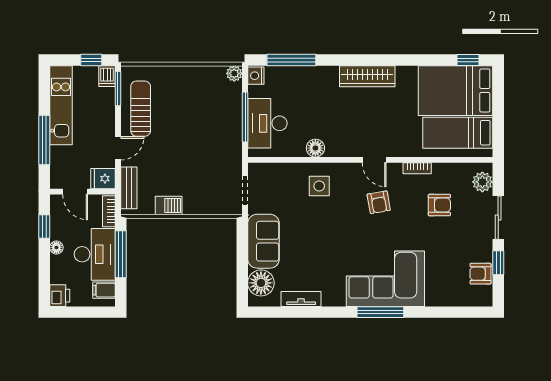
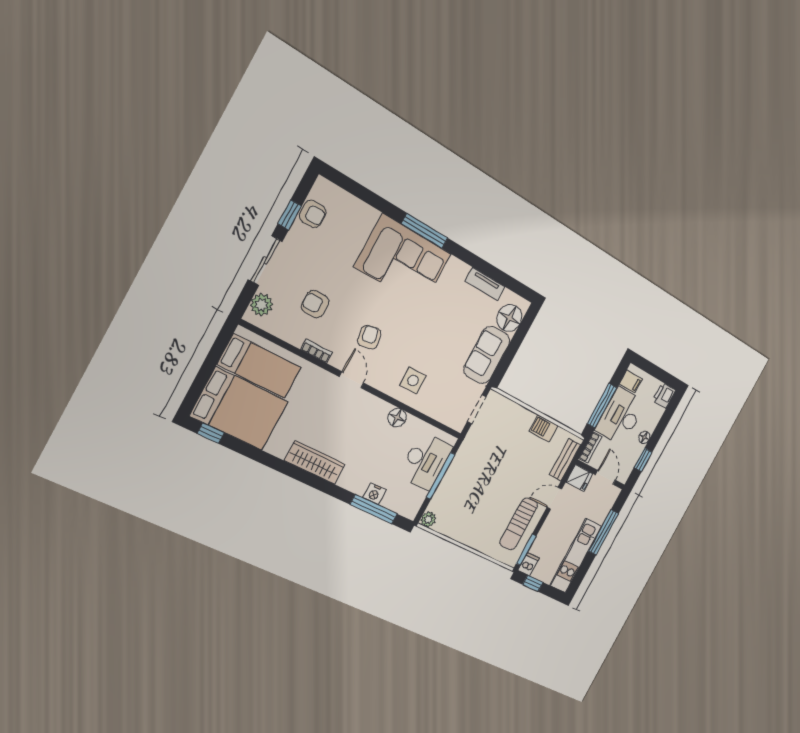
nightstand: (256, 76) -> (374, 494), moved, turned 90

